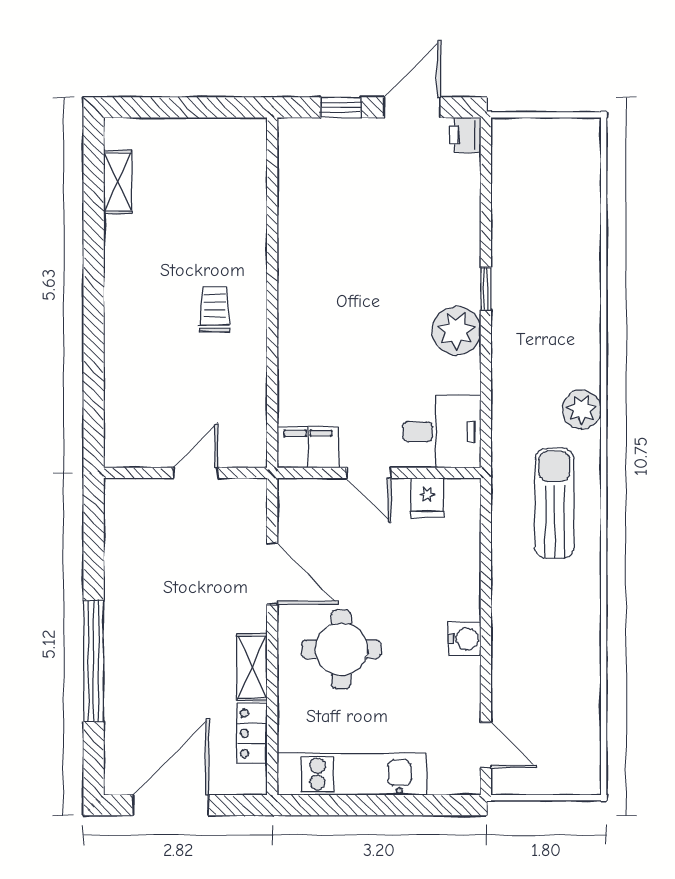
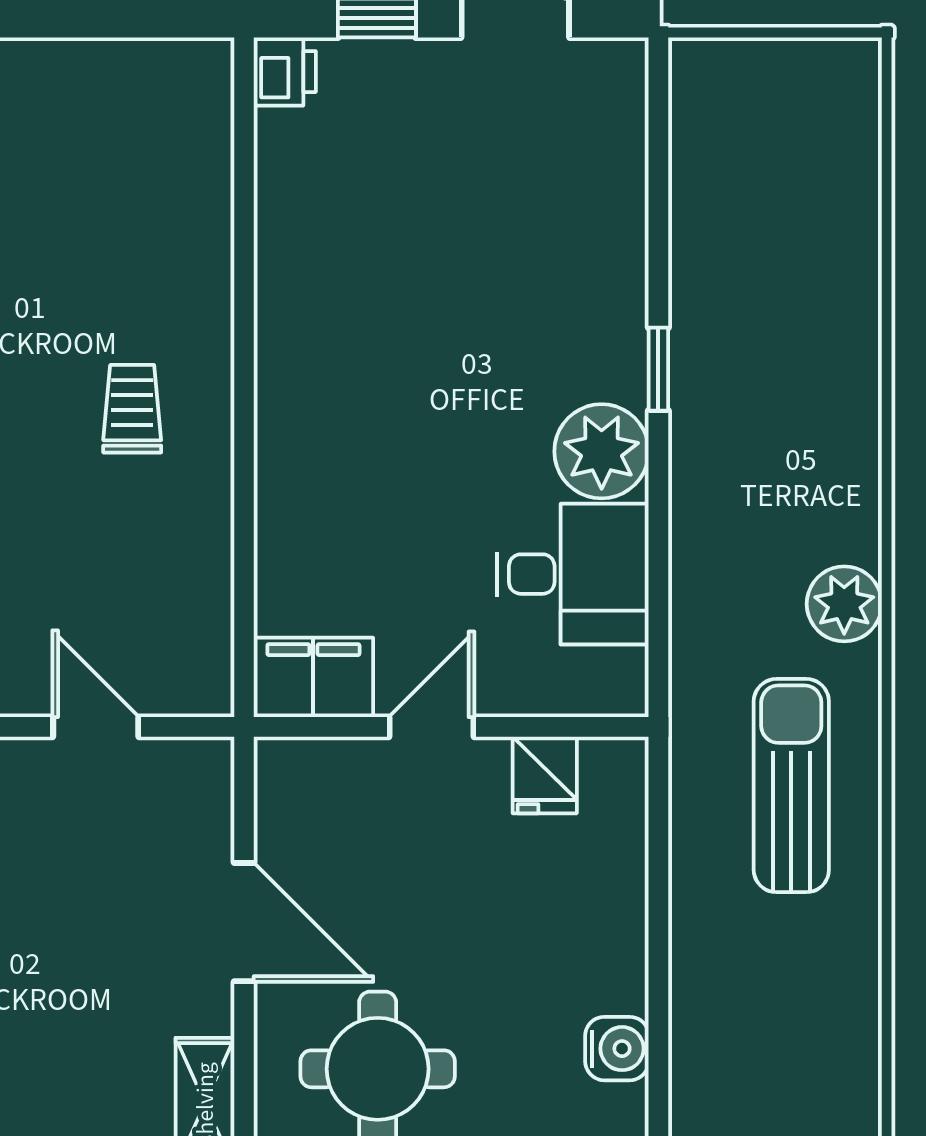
printer: (465, 135) -> (285, 72), moved, turned 180
desk: (442, 432) -> (573, 574), moved
door: (196, 473) -> (96, 727), hinge flipped
door: (369, 473) -> (432, 727), swing flipped

